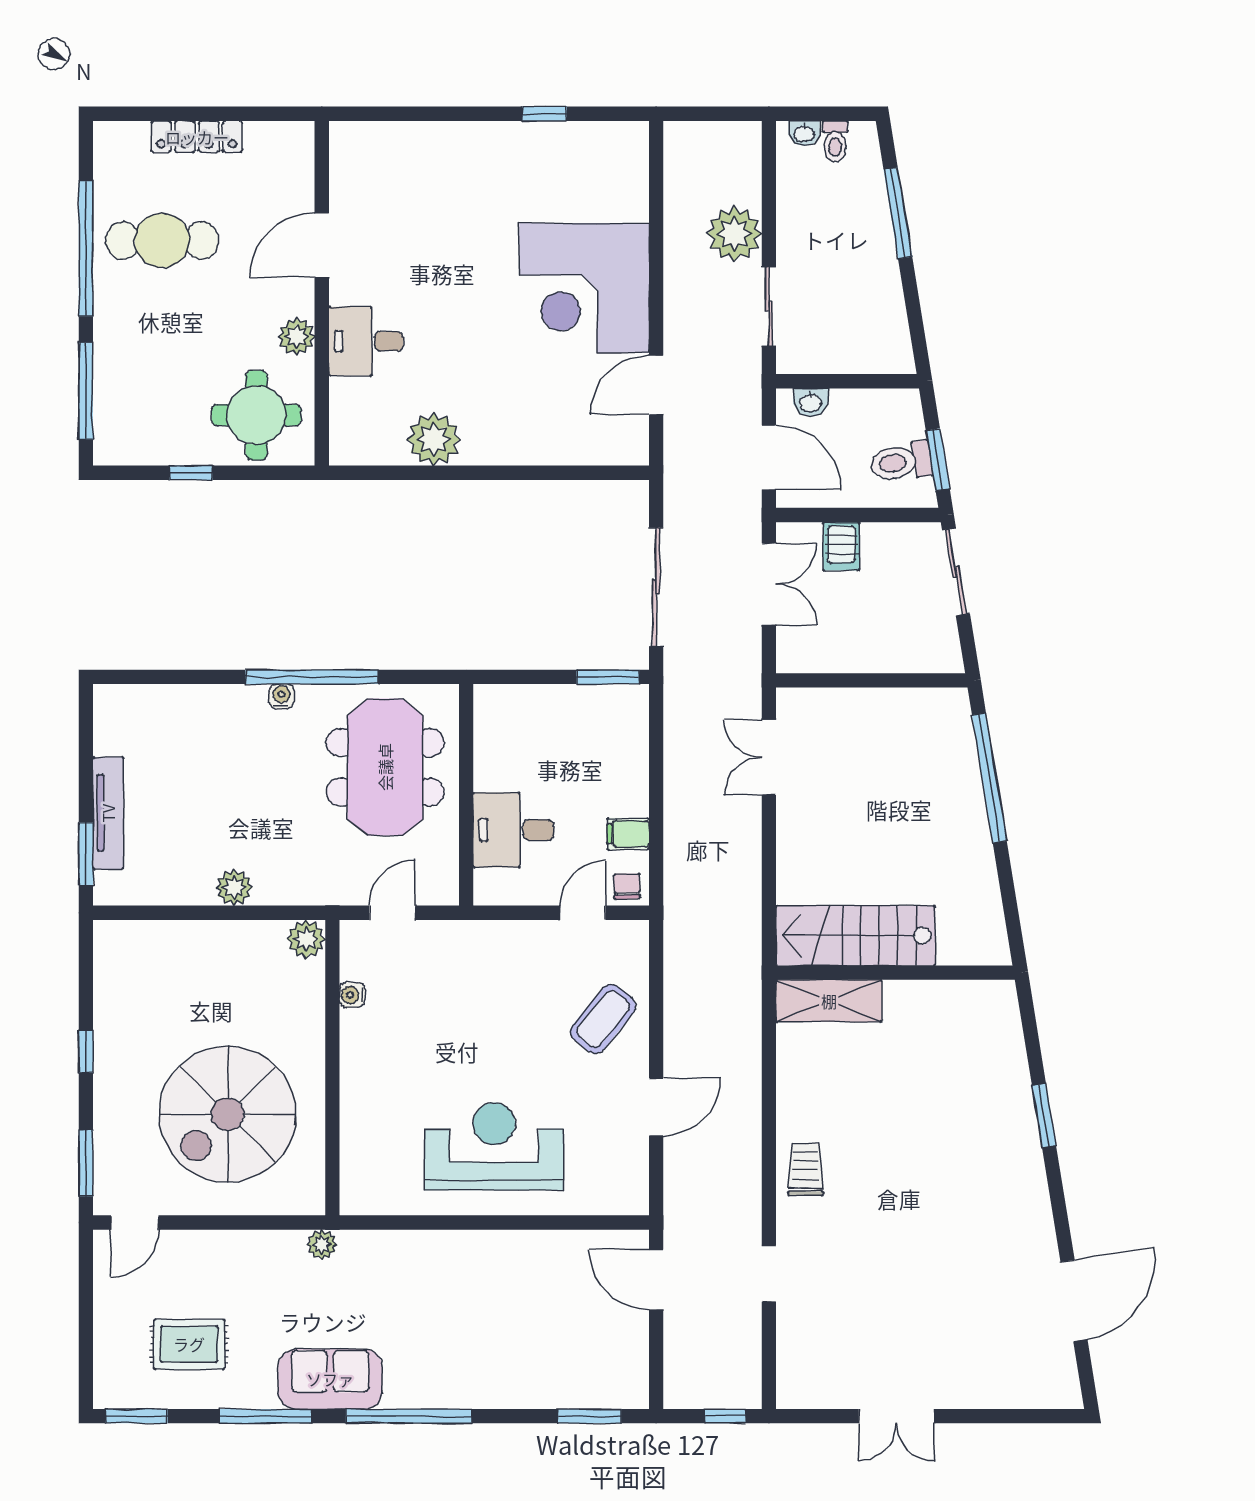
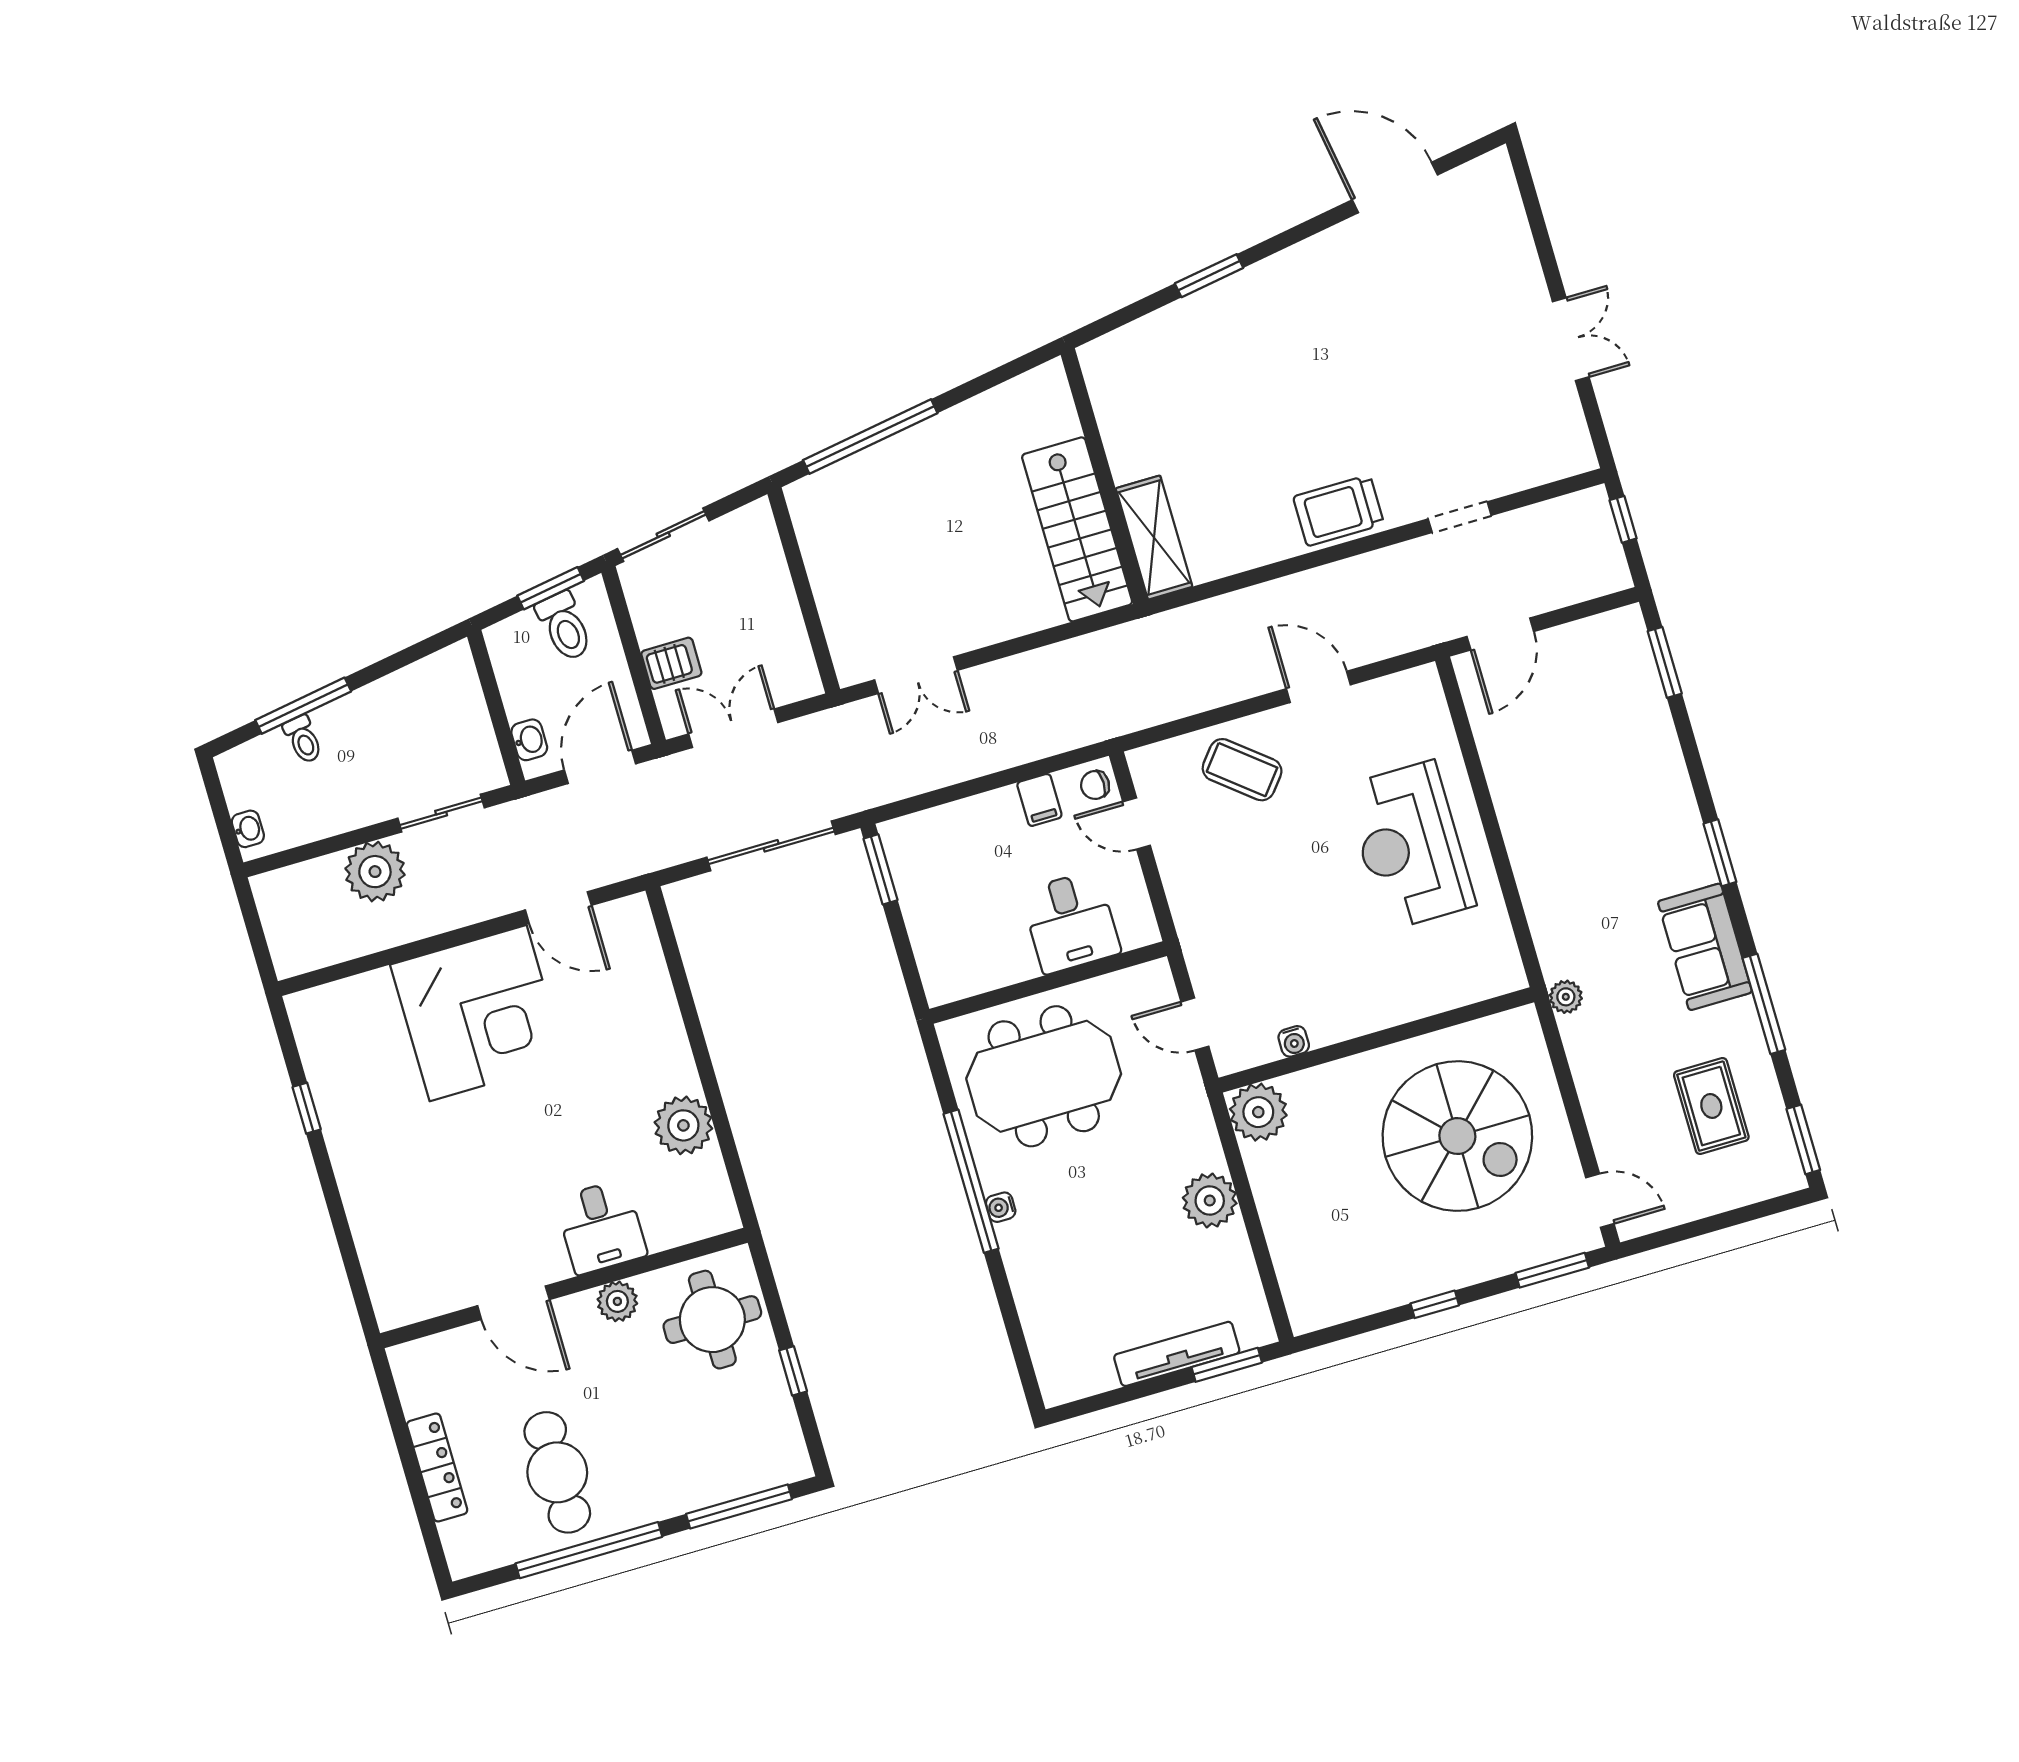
toilet: (835, 141) -> (303, 739), moved, turned 81
plant: (234, 888) -> (1210, 1200), width x1.36, depth x1.36
plant: (306, 939) -> (1258, 1112), width x1.36, depth x1.36
trolley: (805, 1169) -> (1339, 510), width x1.36, depth x1.39
window: (409, 1416) -> (1720, 853), width x0.47

